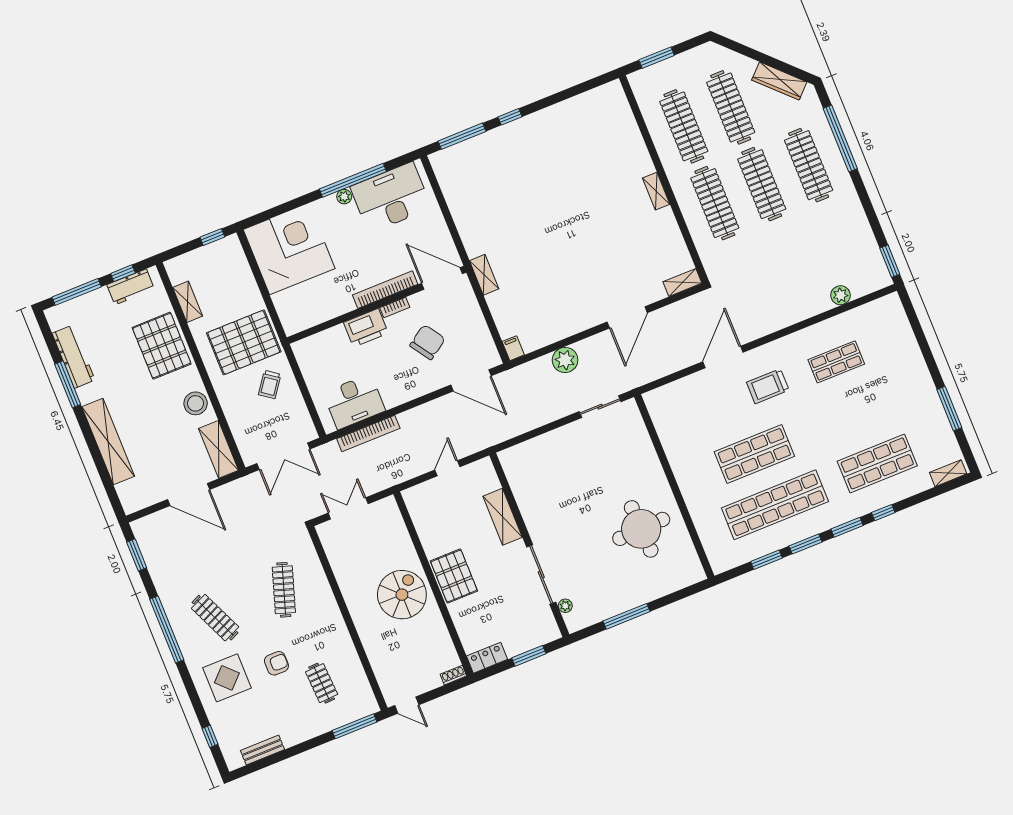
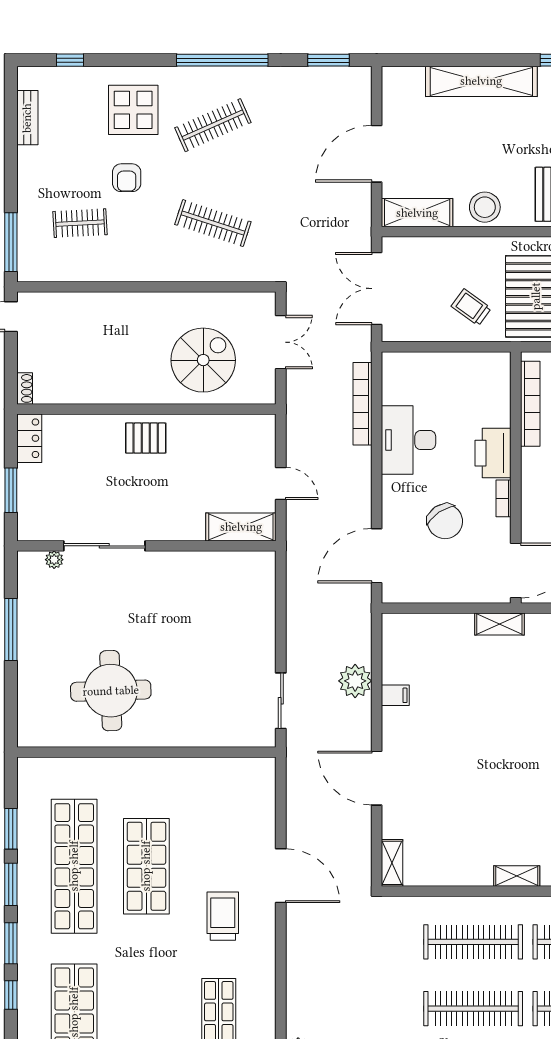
bookcase: (385, 290) -> (530, 404), moved
filing cabinet: (513, 348) -> (395, 695), moved
desk: (354, 402) -> (408, 440), moved
shelving: (503, 517) -> (241, 527), moved
pallet: (454, 576) -> (146, 438), width x0.67, depth x0.71
spiral stairs: (402, 595) -> (203, 360), moved, turned -90

